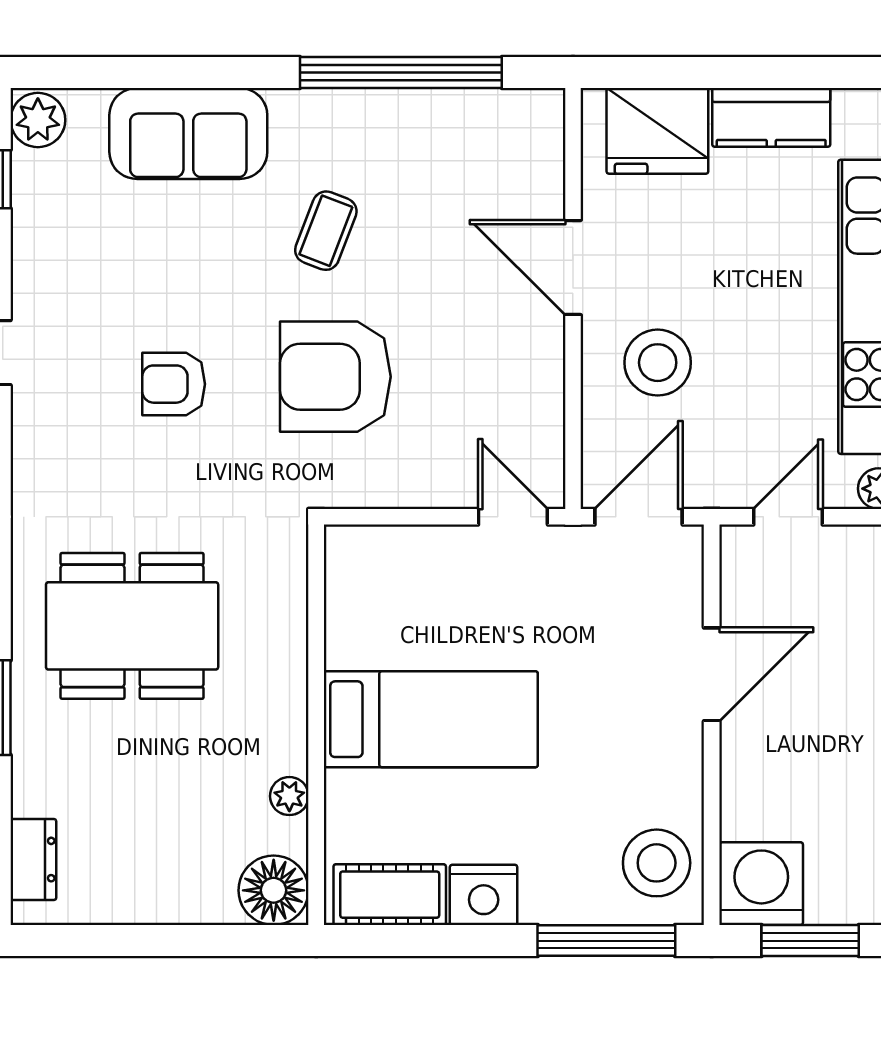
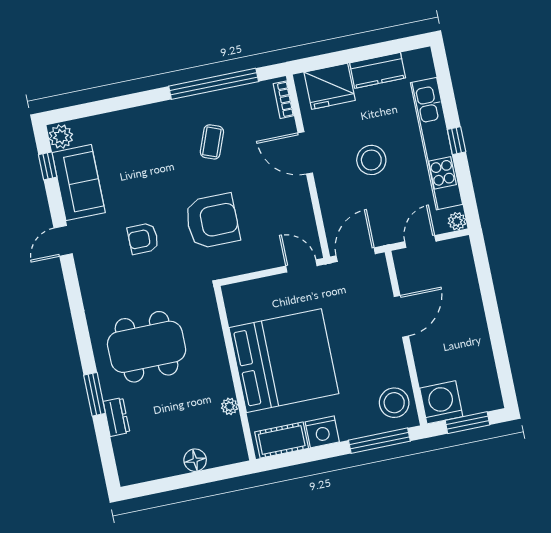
sofa: (188, 133) -> (79, 183), moved, turned -90
bookcase: (549, 140) -> (284, 100), added
coffee table: (326, 231) -> (212, 142), moved
stool: (658, 363) -> (371, 160), moved
armchair: (335, 377) -> (212, 221), turned 180
bed: (431, 719) -> (284, 361), width x2.04
dresser: (33, 860) -> (116, 417), moved
floor lamp: (274, 890) -> (195, 460), moved, width x0.73, depth x0.73

